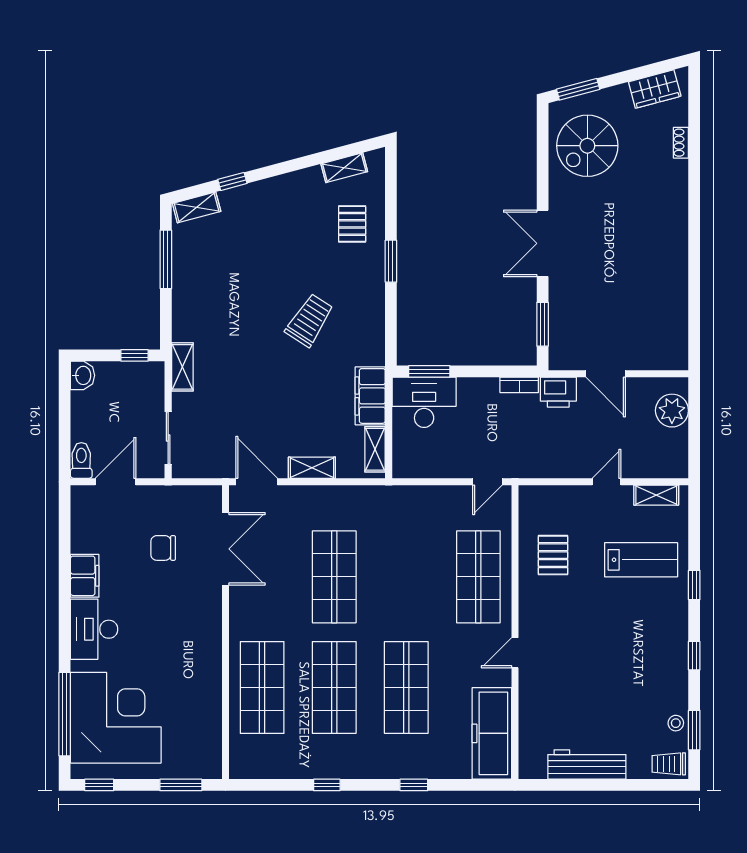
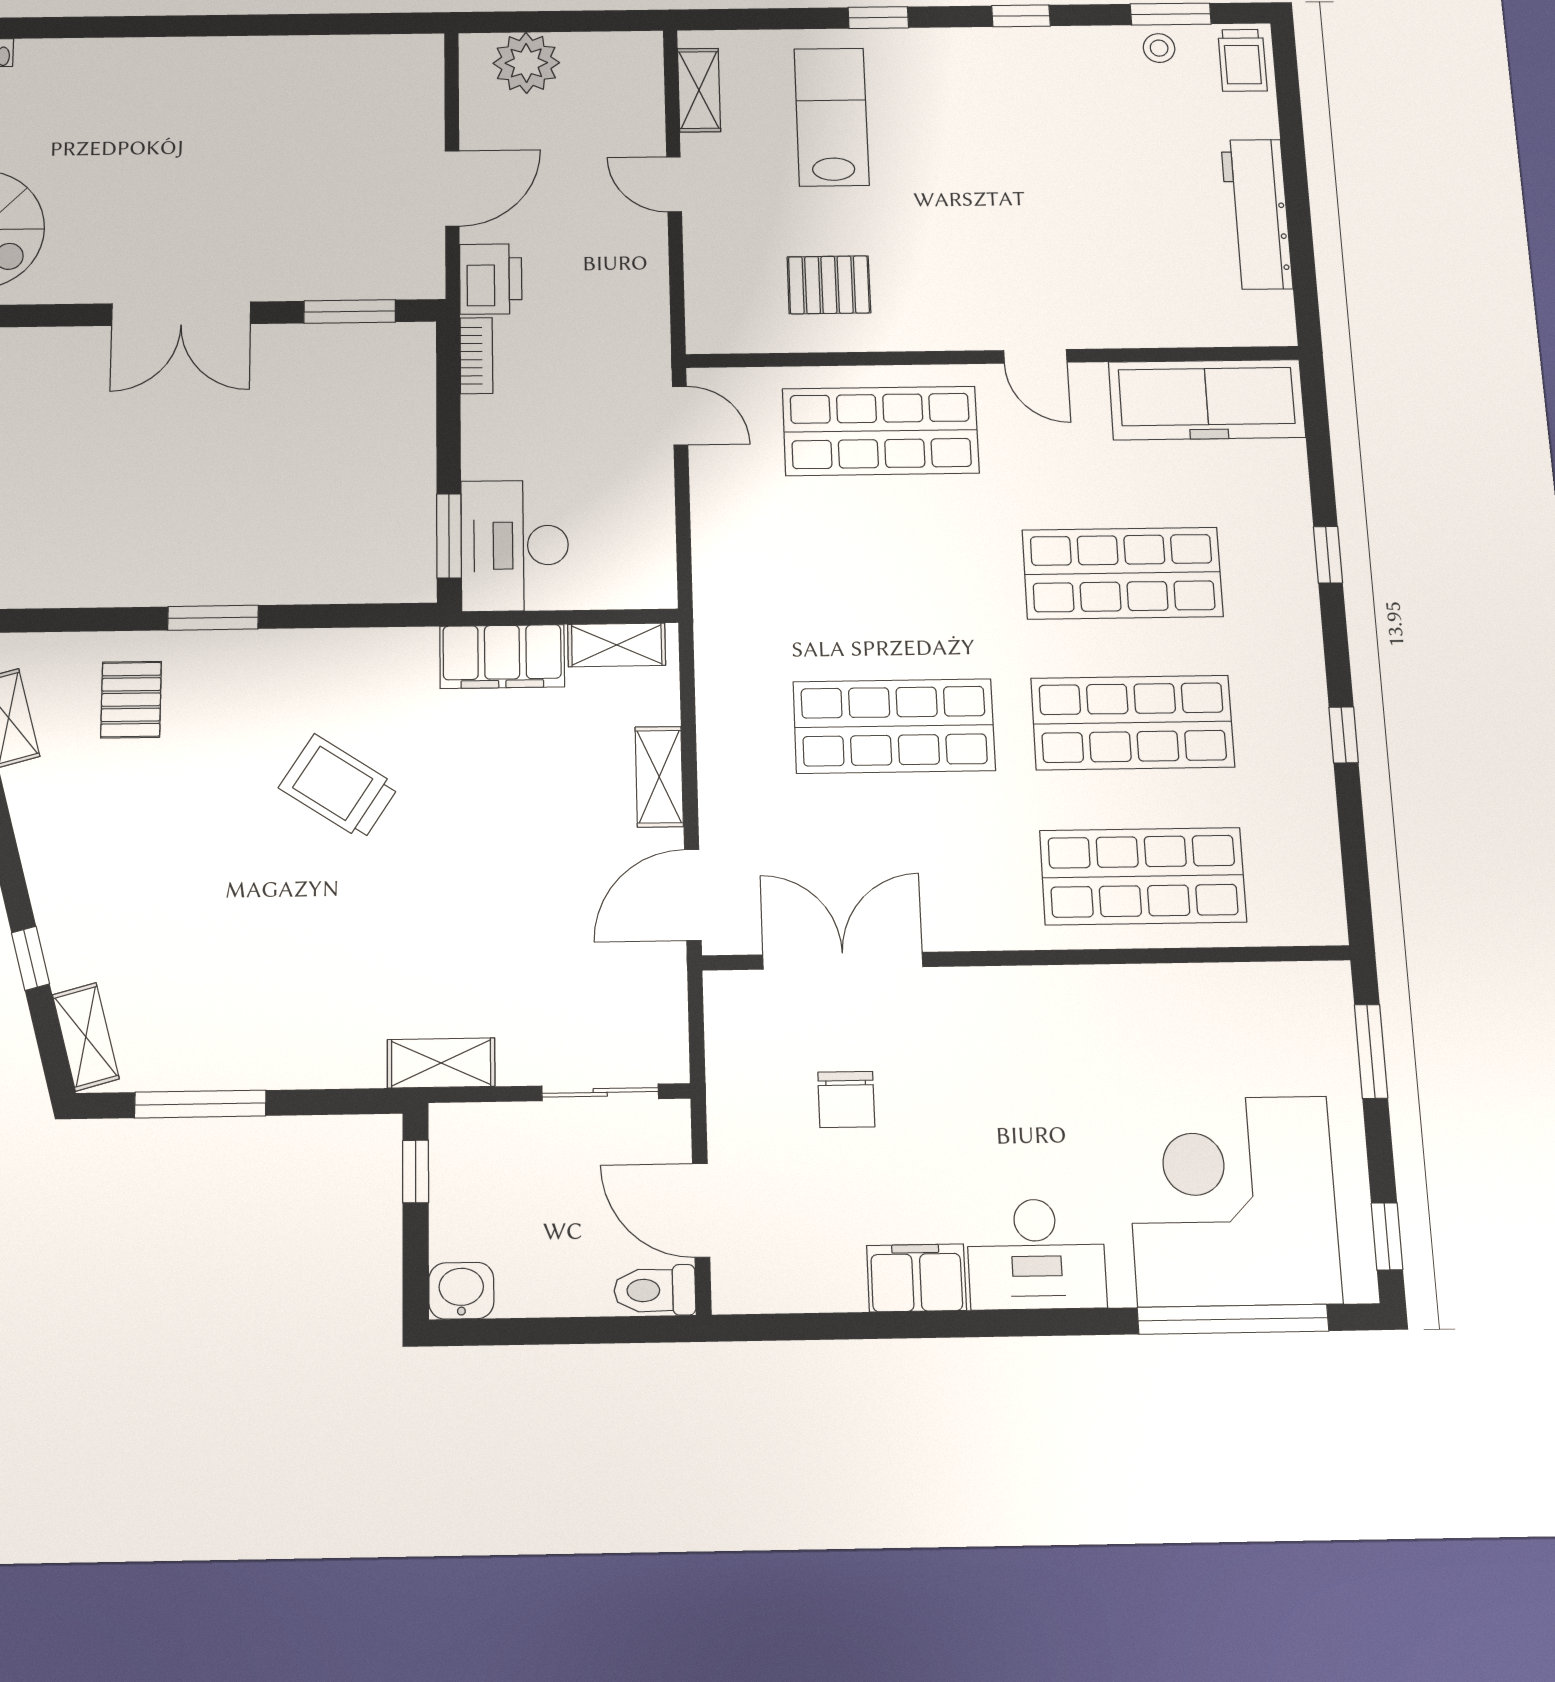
pallet: (352, 224) -> (131, 700), turned 90

